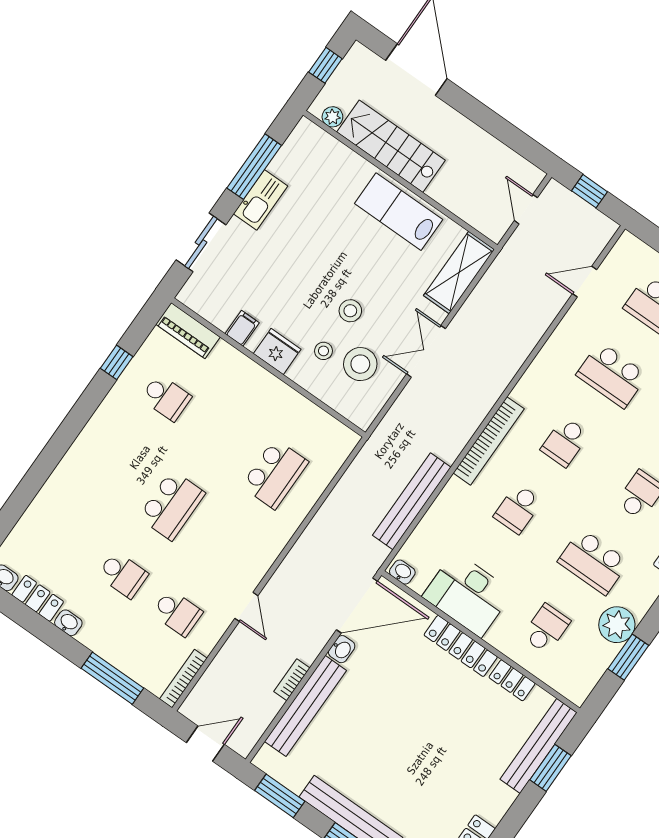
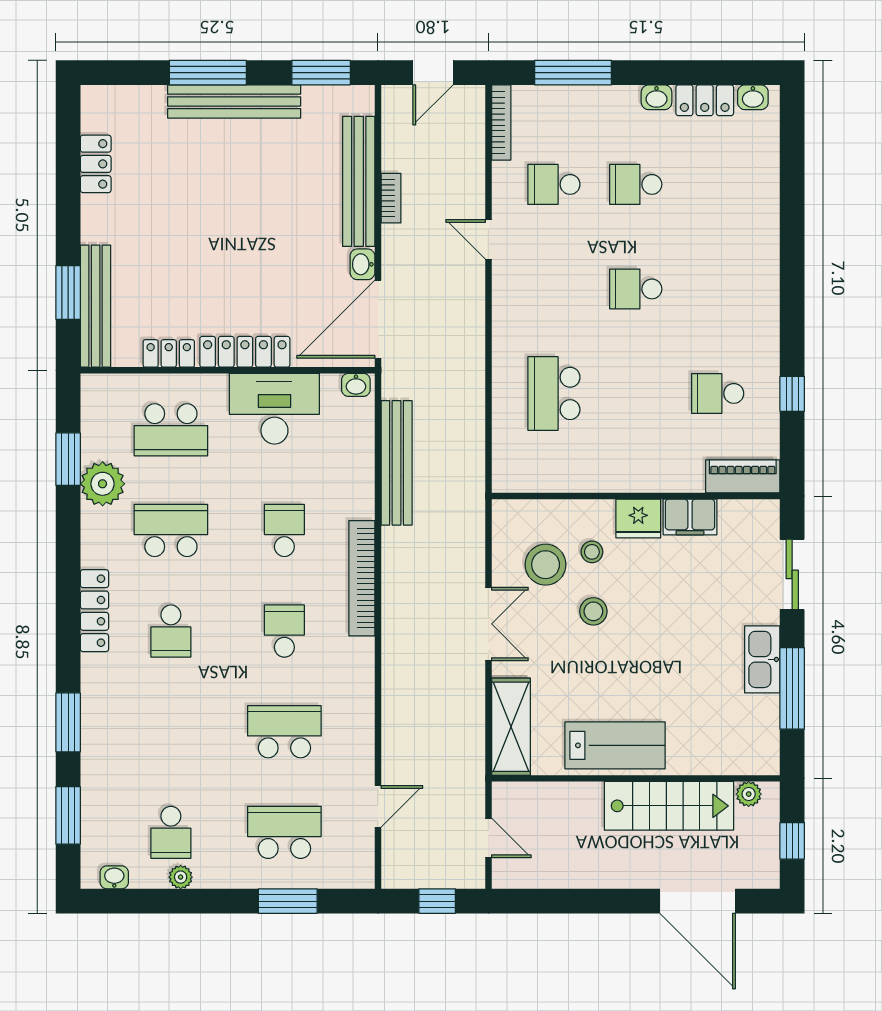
filing cabinet: (242, 328) -> (690, 517), width x2.00
school desk: (172, 505) -> (636, 289), width x0.54
school desk: (546, 629) -> (171, 430), width x1.85

